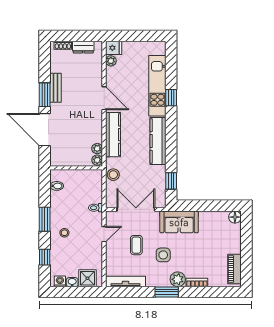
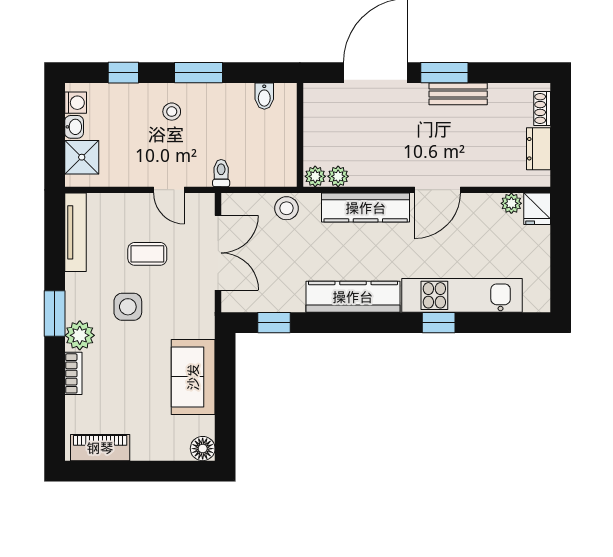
sofa: (179, 222) -> (193, 377), moved

